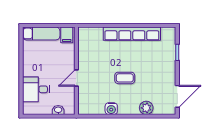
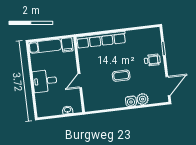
row of seats: (132, 34) -> (101, 40), moved
wheelchair: (163, 64) -> (152, 60), added
desk: (36, 89) -> (45, 81), moved
water cooler: (111, 109) -> (131, 101), moved

